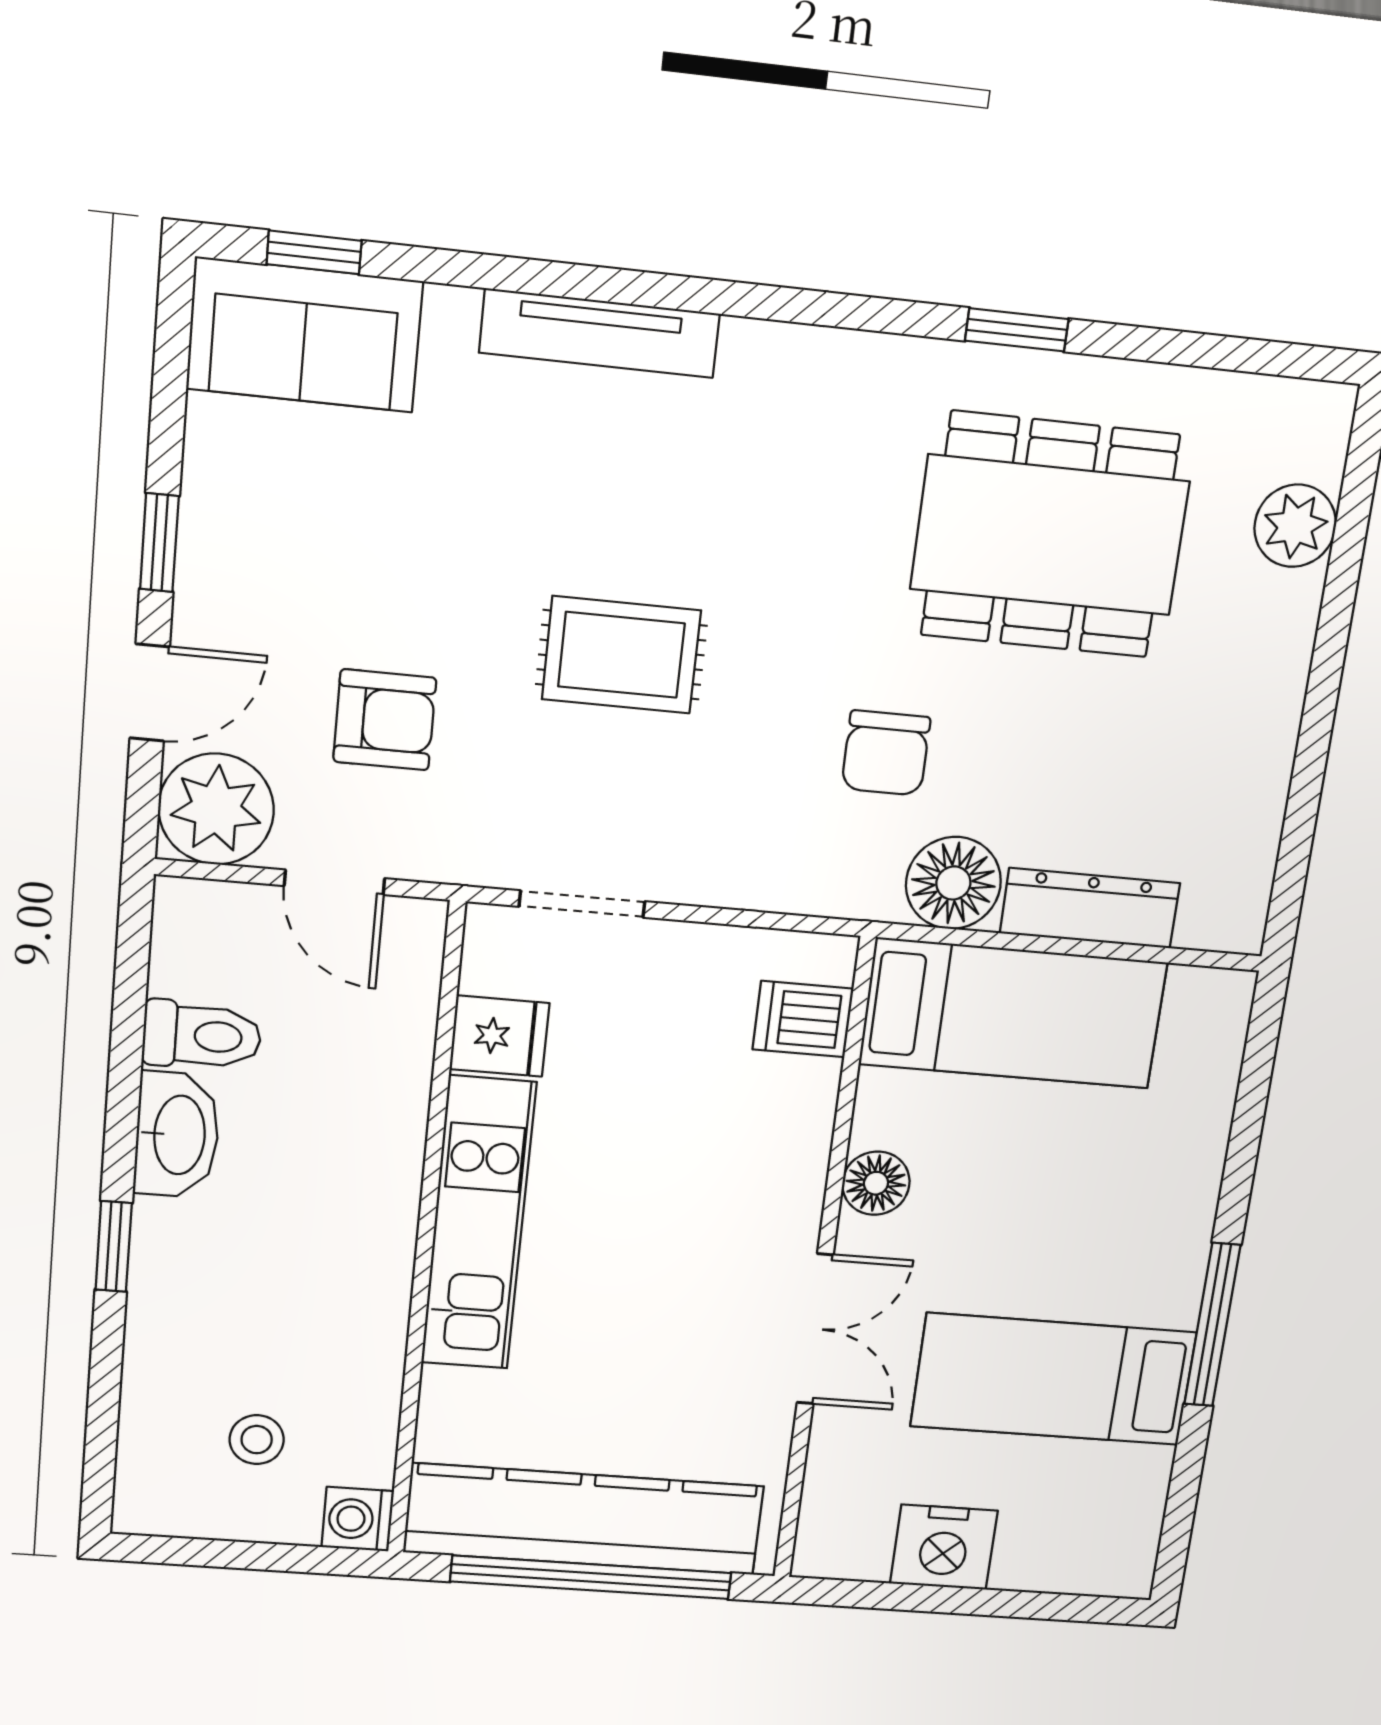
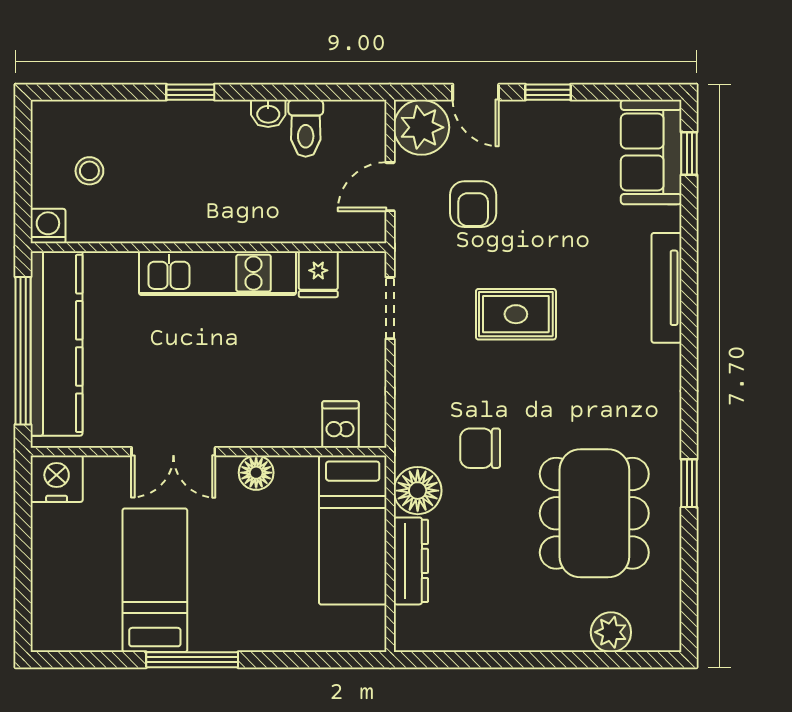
rug: (621, 655) -> (516, 314), turned 90
washbasin: (177, 1135) -> (268, 113), width x0.52, depth x0.69
nightstand: (944, 1547) -> (57, 479), moved, turned 90

